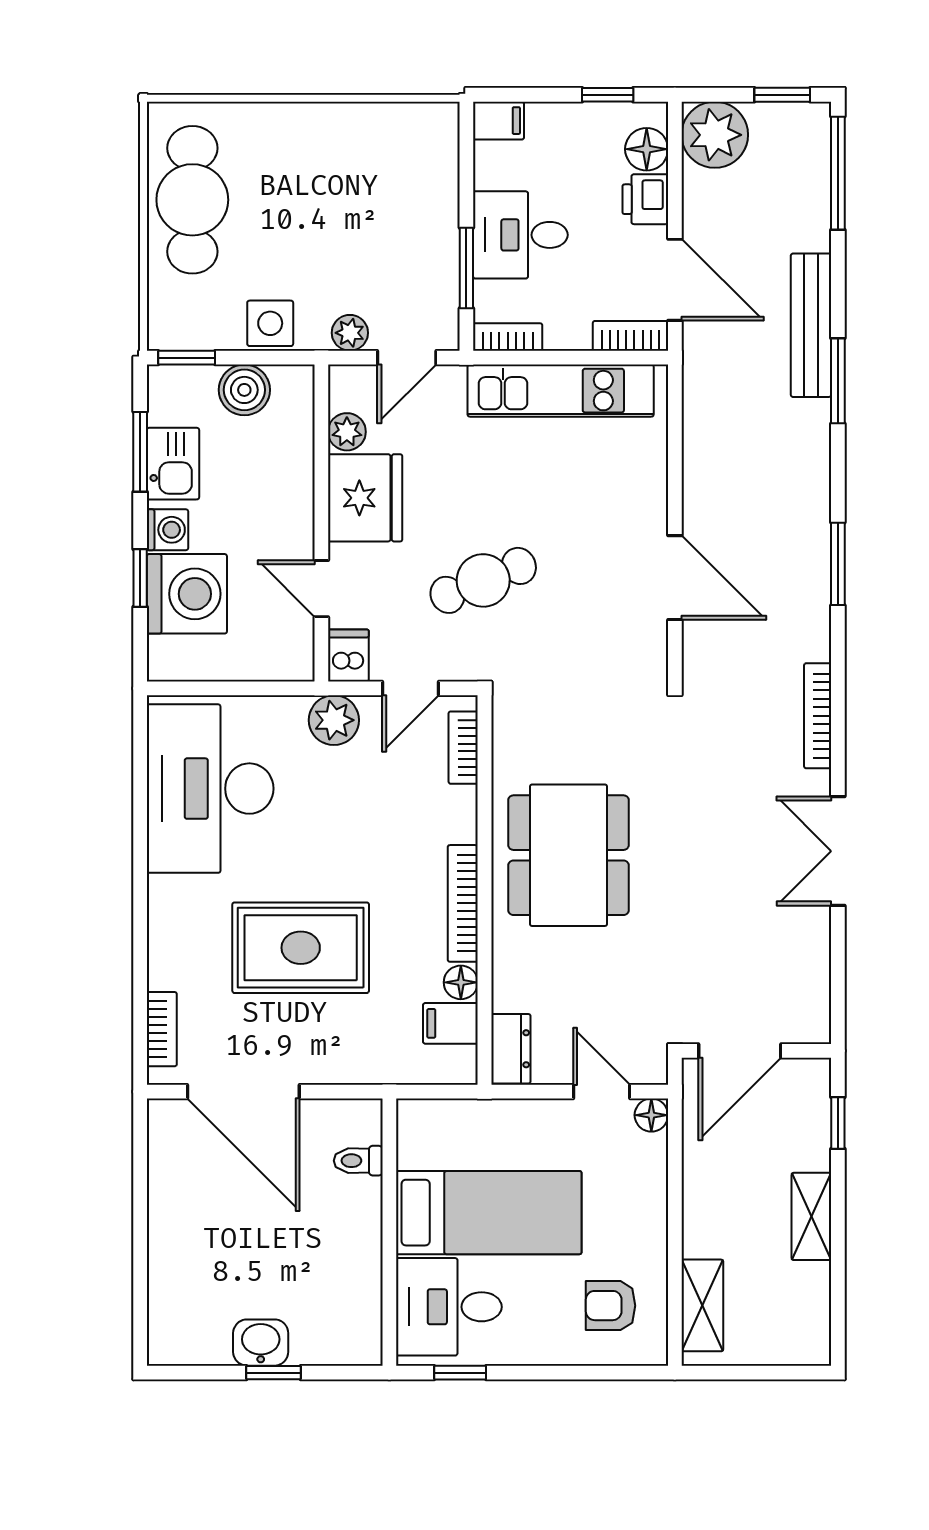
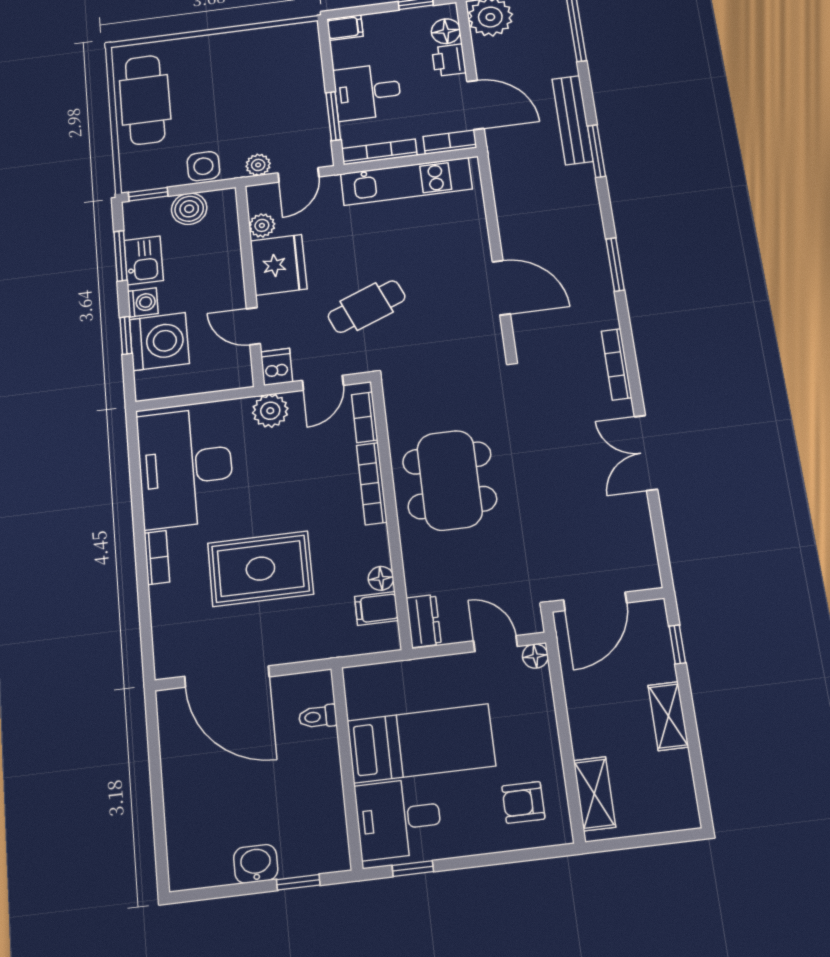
bookcase: (508, 337) -> (379, 152), width x1.56
bookcase: (463, 903) -> (372, 484), moved
bookcase: (162, 1029) -> (157, 558), moved
window: (274, 1373) -> (298, 882), moved

